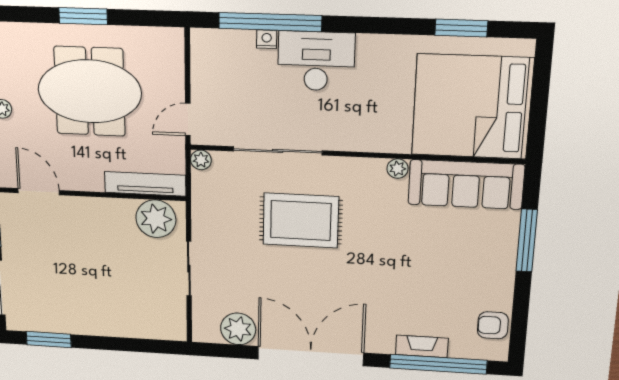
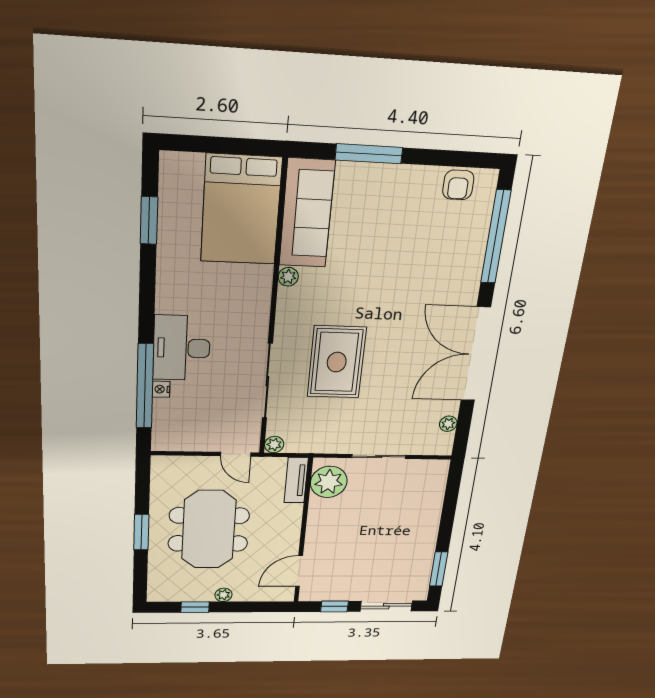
bed: (472, 107) -> (241, 210), width x0.73
tv unit: (145, 184) -> (296, 480), width x0.71
plant: (238, 329) -> (448, 424), width x0.53, depth x0.53
fireplace: (422, 346) -> (475, 253), removed

